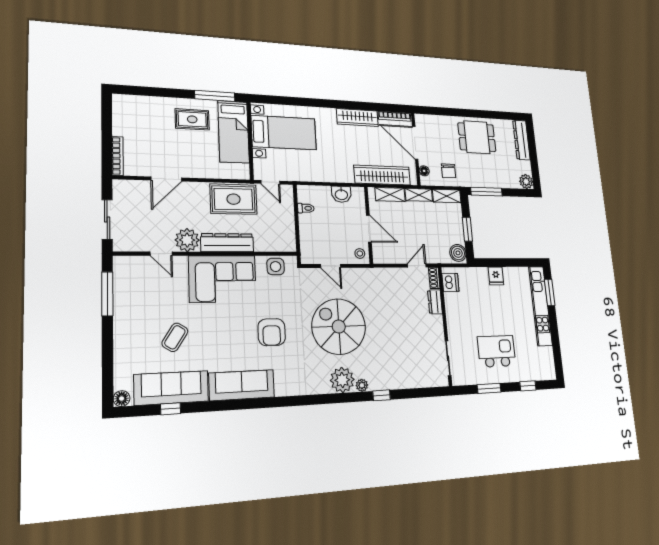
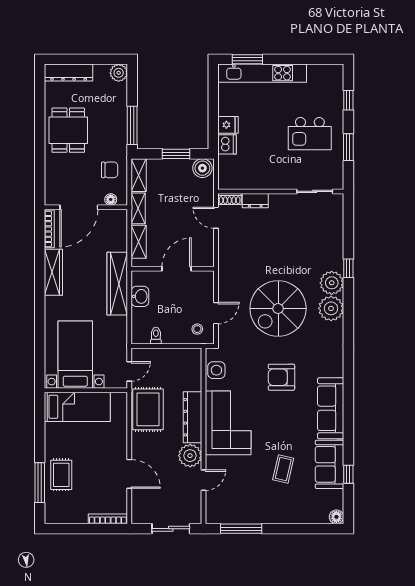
window: (215, 96) -> (40, 483), moved
rug: (192, 119) -> (61, 475), moved
wardrobe: (382, 175) -> (117, 284), moved
stool: (360, 253) -> (197, 329), moved
dishwasher: (450, 282) -> (227, 144), moved, turned 90
armchair: (272, 332) -> (281, 377), turned 180
coffee table: (175, 337) -> (283, 469), turned 70
kitchen island: (497, 351) -> (310, 134), turned -90
plant: (362, 385) -> (332, 283), width x1.87, depth x1.87
sofa: (171, 388) -> (329, 464), width x0.73

